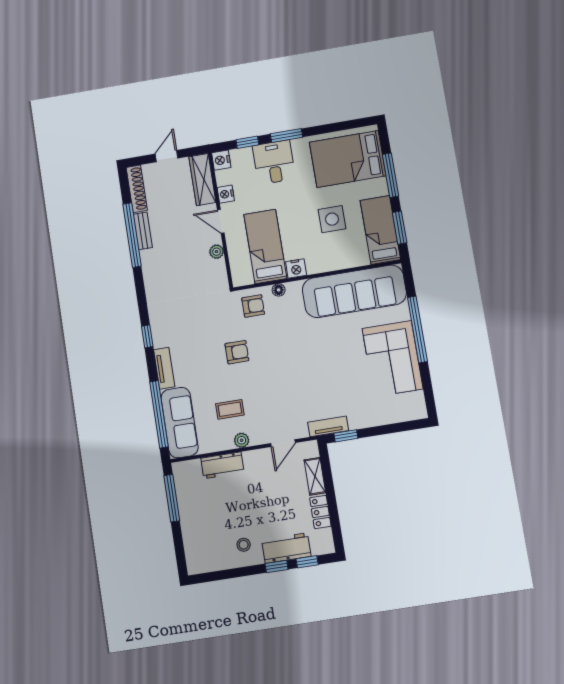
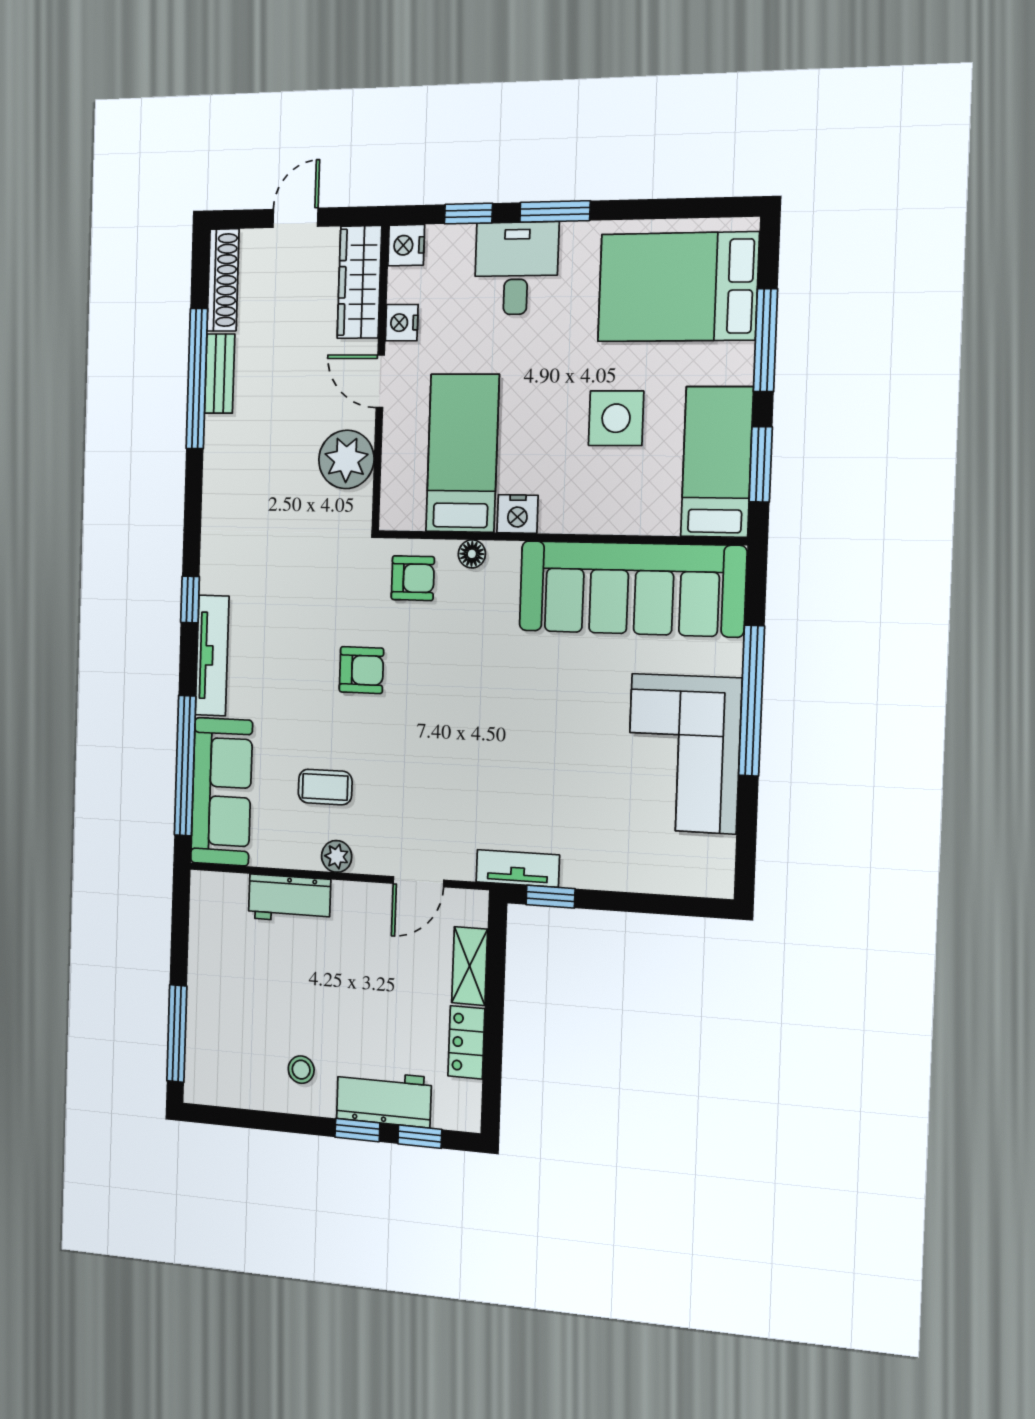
plant: (217, 252) -> (346, 459), width x1.88, depth x1.88
tv unit: (164, 368) -> (212, 656), width x1.41
window: (172, 498) -> (177, 1033), moved

